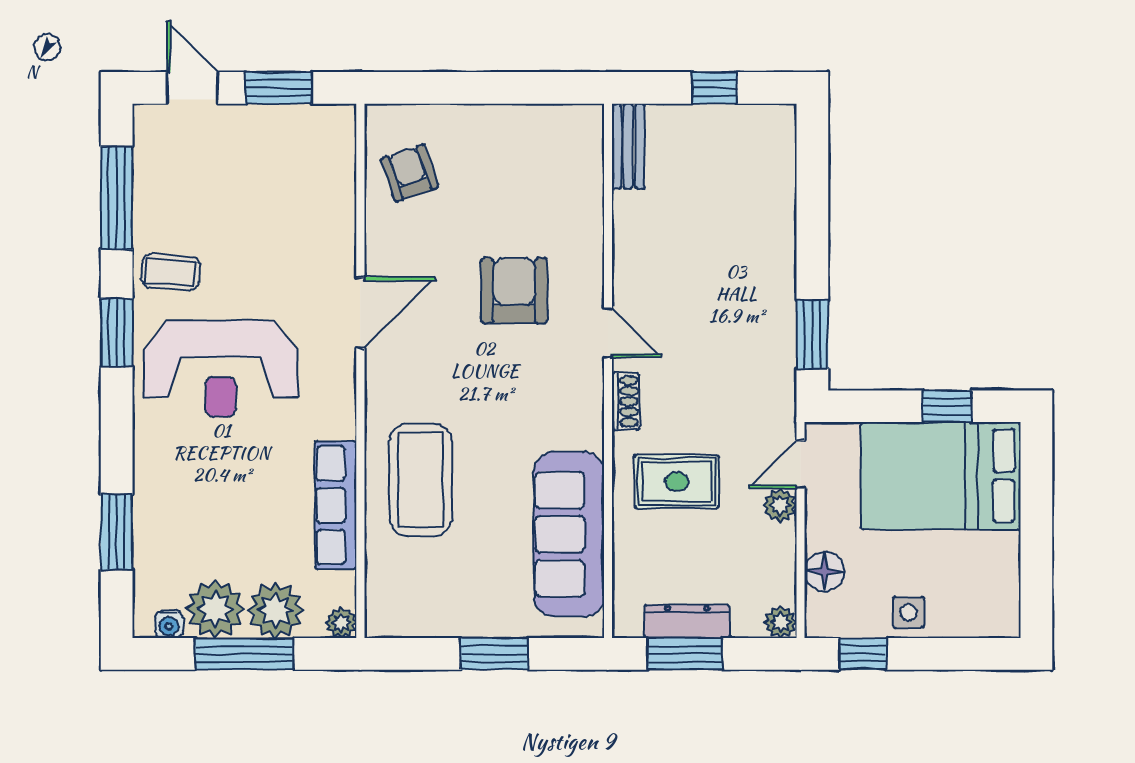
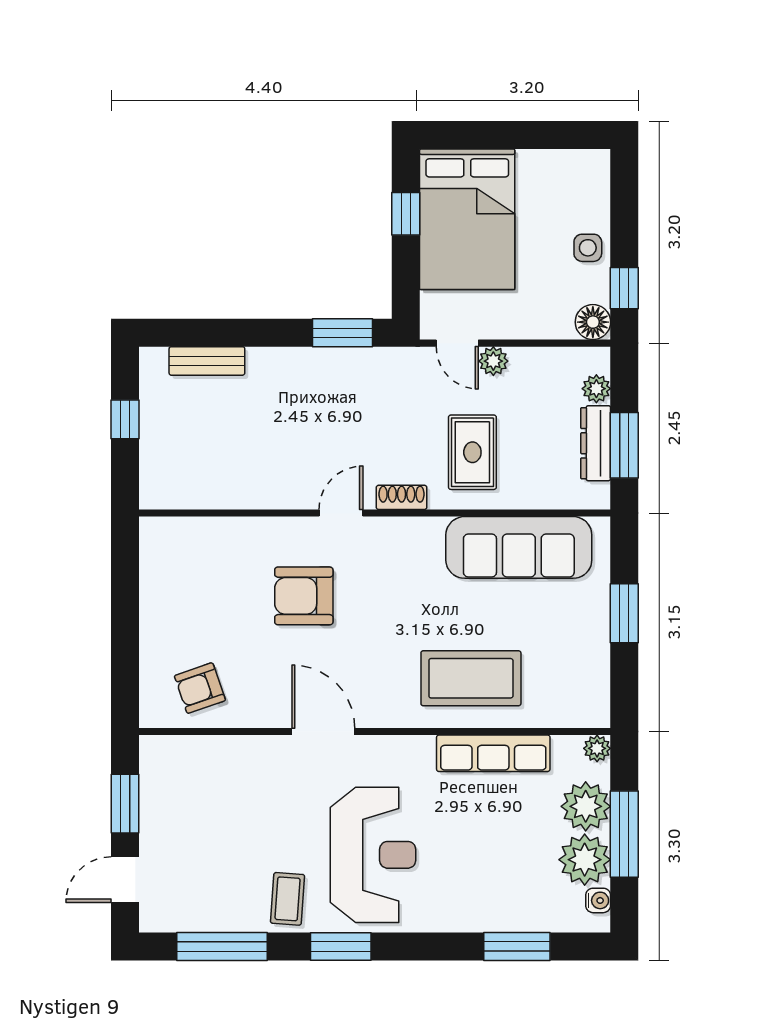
bench: (628, 146) -> (207, 361), moved
floor lamp: (824, 571) -> (593, 322), moved
plant: (781, 622) -> (596, 389), moved

